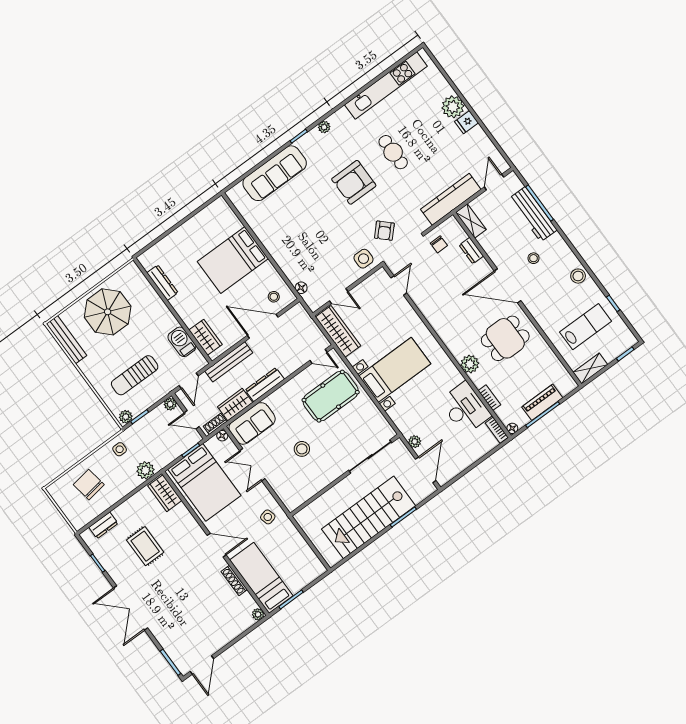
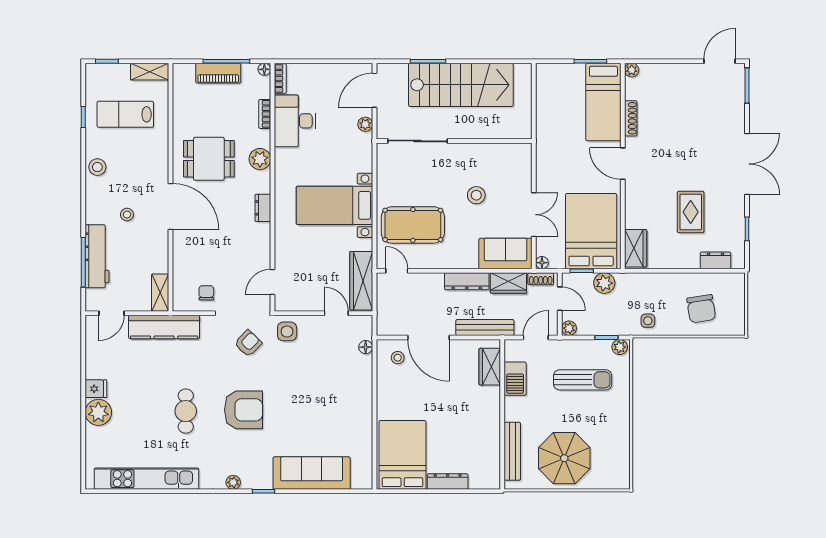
dresser: (471, 251) -> (263, 208), moved, turned 180
bed: (233, 260) -> (403, 455), moved, turned -90
dresser: (162, 283) -> (448, 482), moved, turned 90
bench: (66, 340) -> (512, 451), moved
plant: (145, 470) -> (604, 283), moved
side table: (268, 517) -> (555, 155), removed

